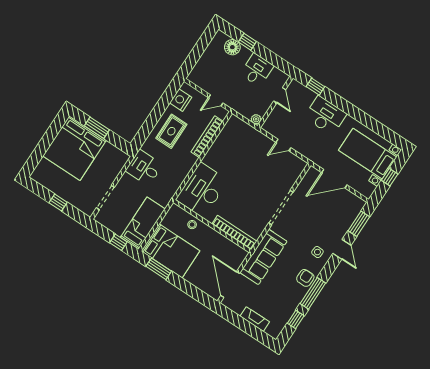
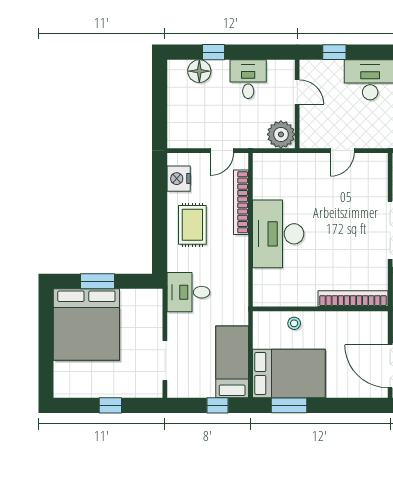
plant: (256, 119) -> (281, 134), width x1.88, depth x1.88
desk: (202, 190) -> (278, 234), moved

